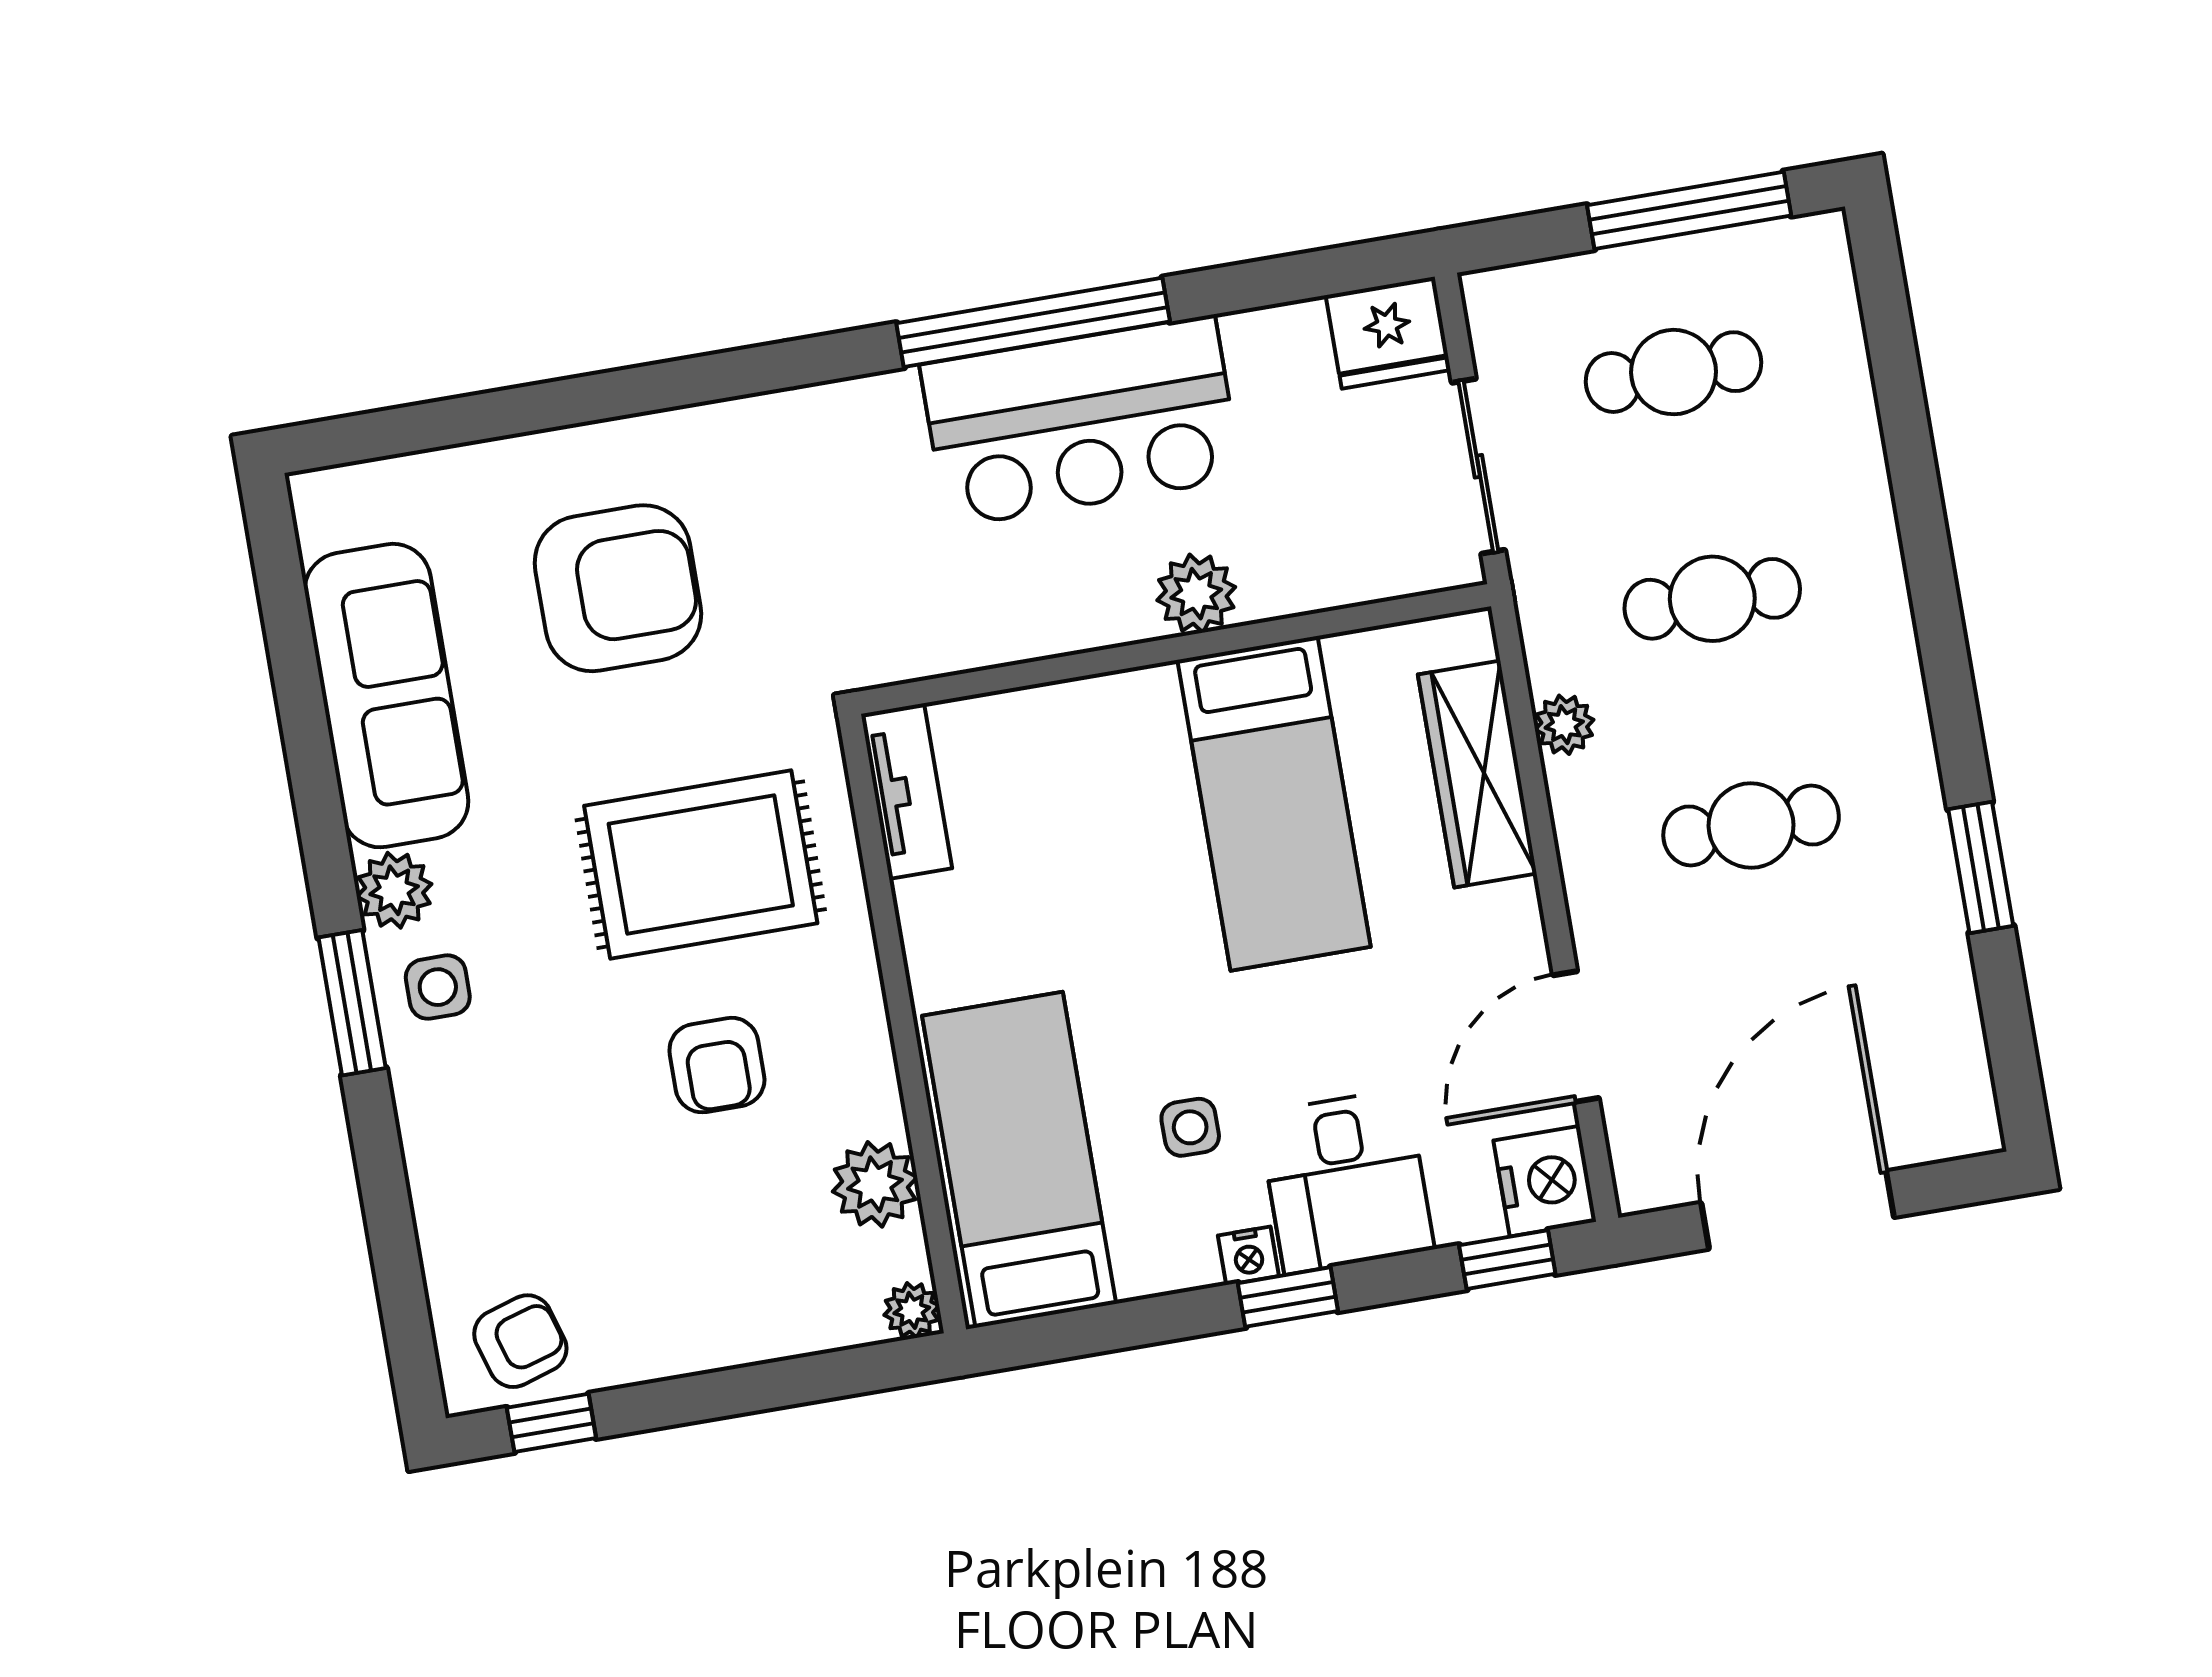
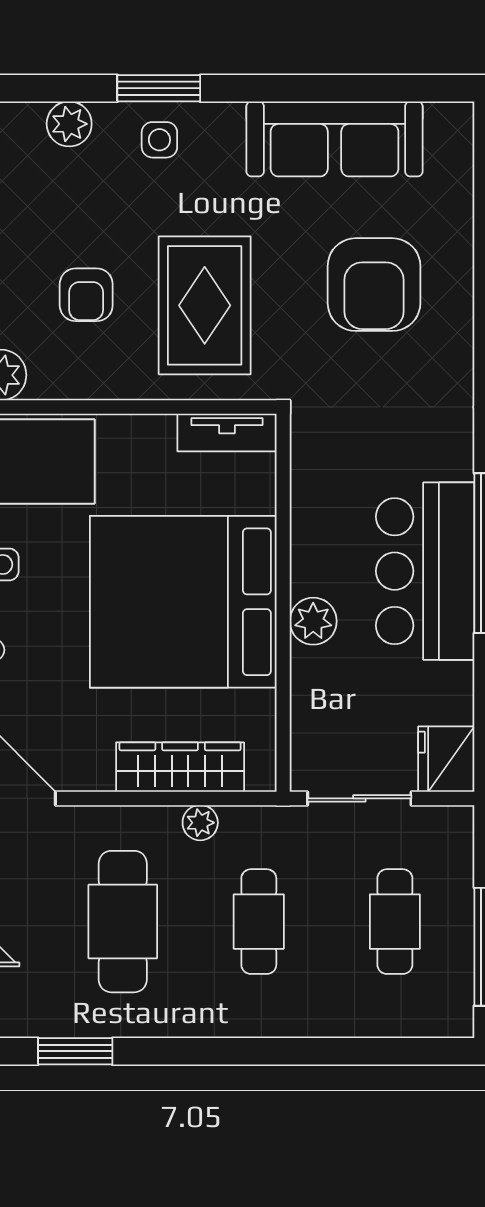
bed: (1274, 803) -> (183, 602), width x2.04
cafe table: (1751, 826) -> (123, 922), width x1.37, depth x1.35
plant: (394, 890) -> (69, 124), moved
armchair: (717, 1065) -> (86, 295), turned -90

